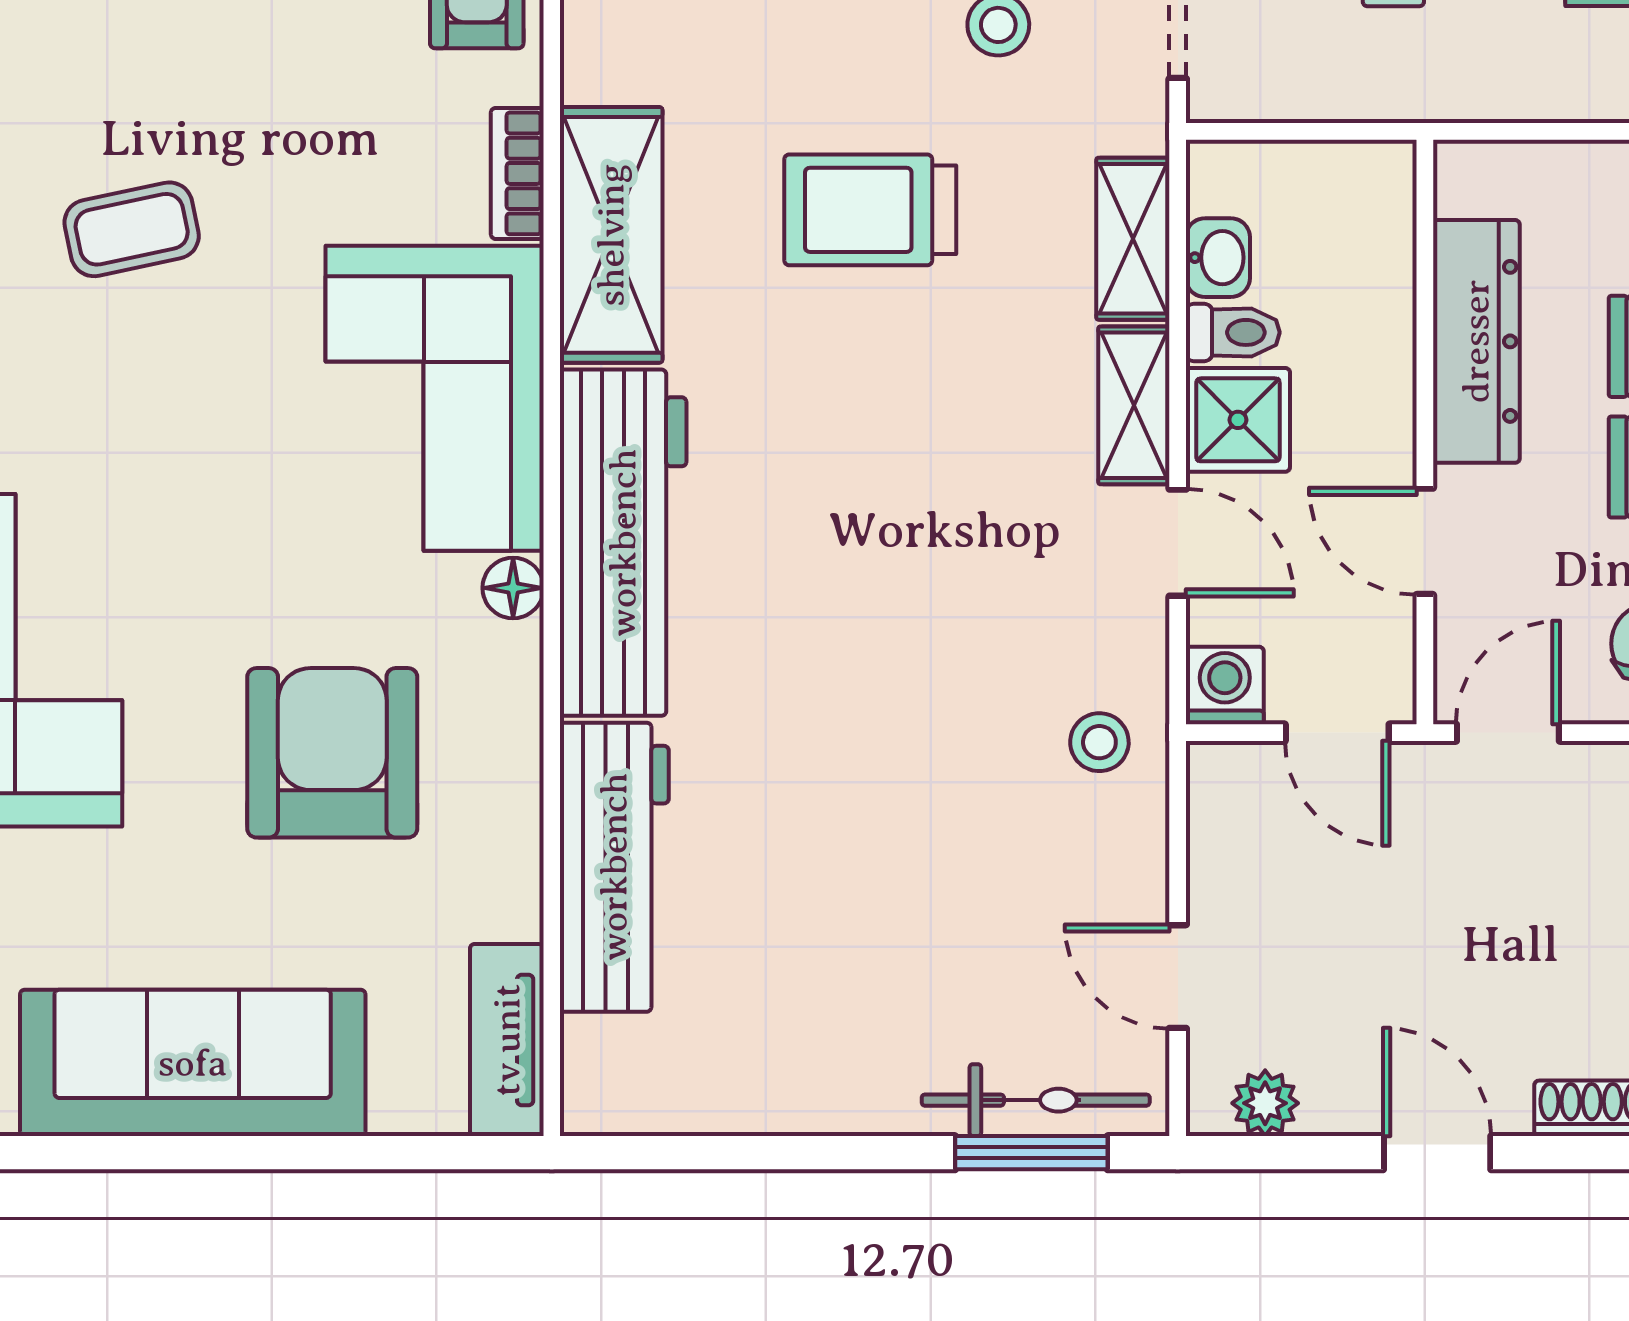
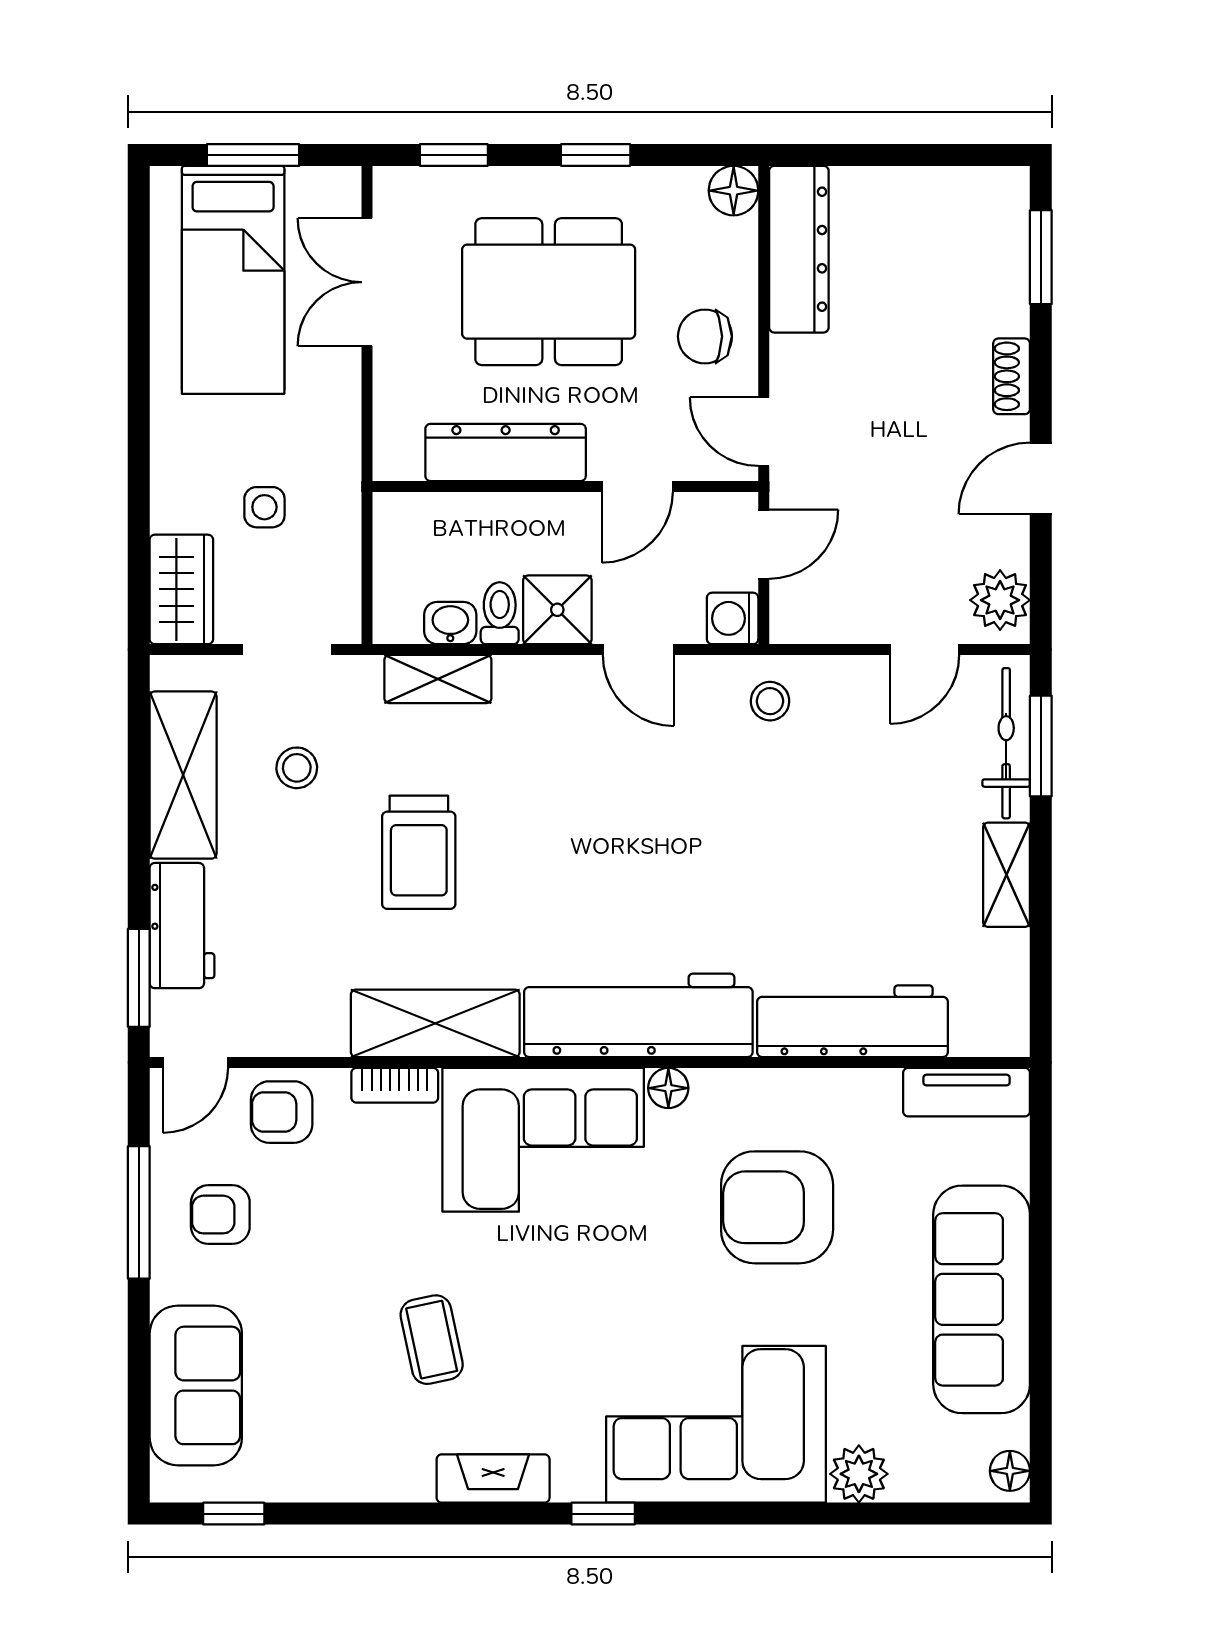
shelving: (1134, 405) -> (1007, 875), moved, turned 90
door: (1178, 543) -> (638, 650), swing flipped
plant: (1265, 1103) -> (1000, 600), width x1.38, depth x1.38

